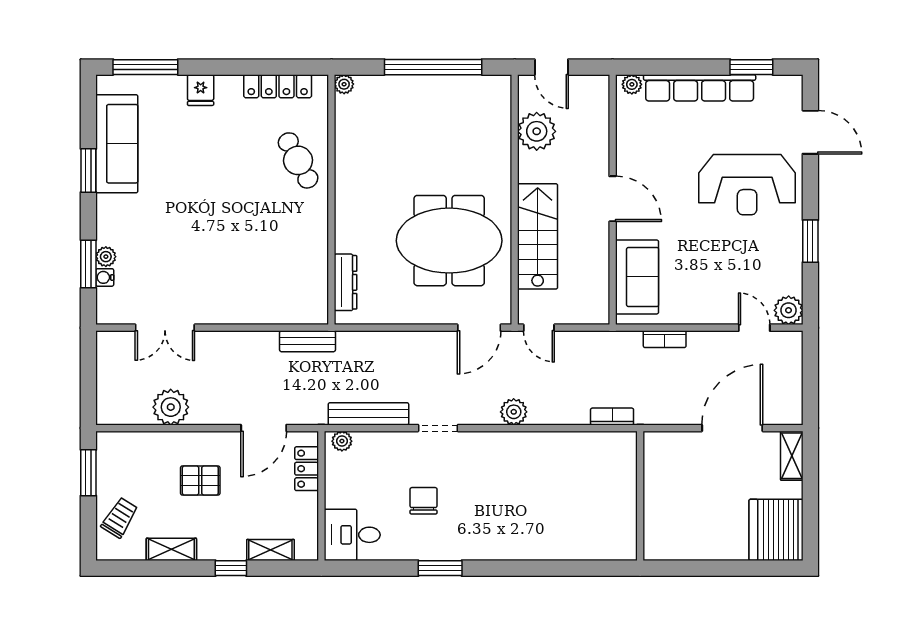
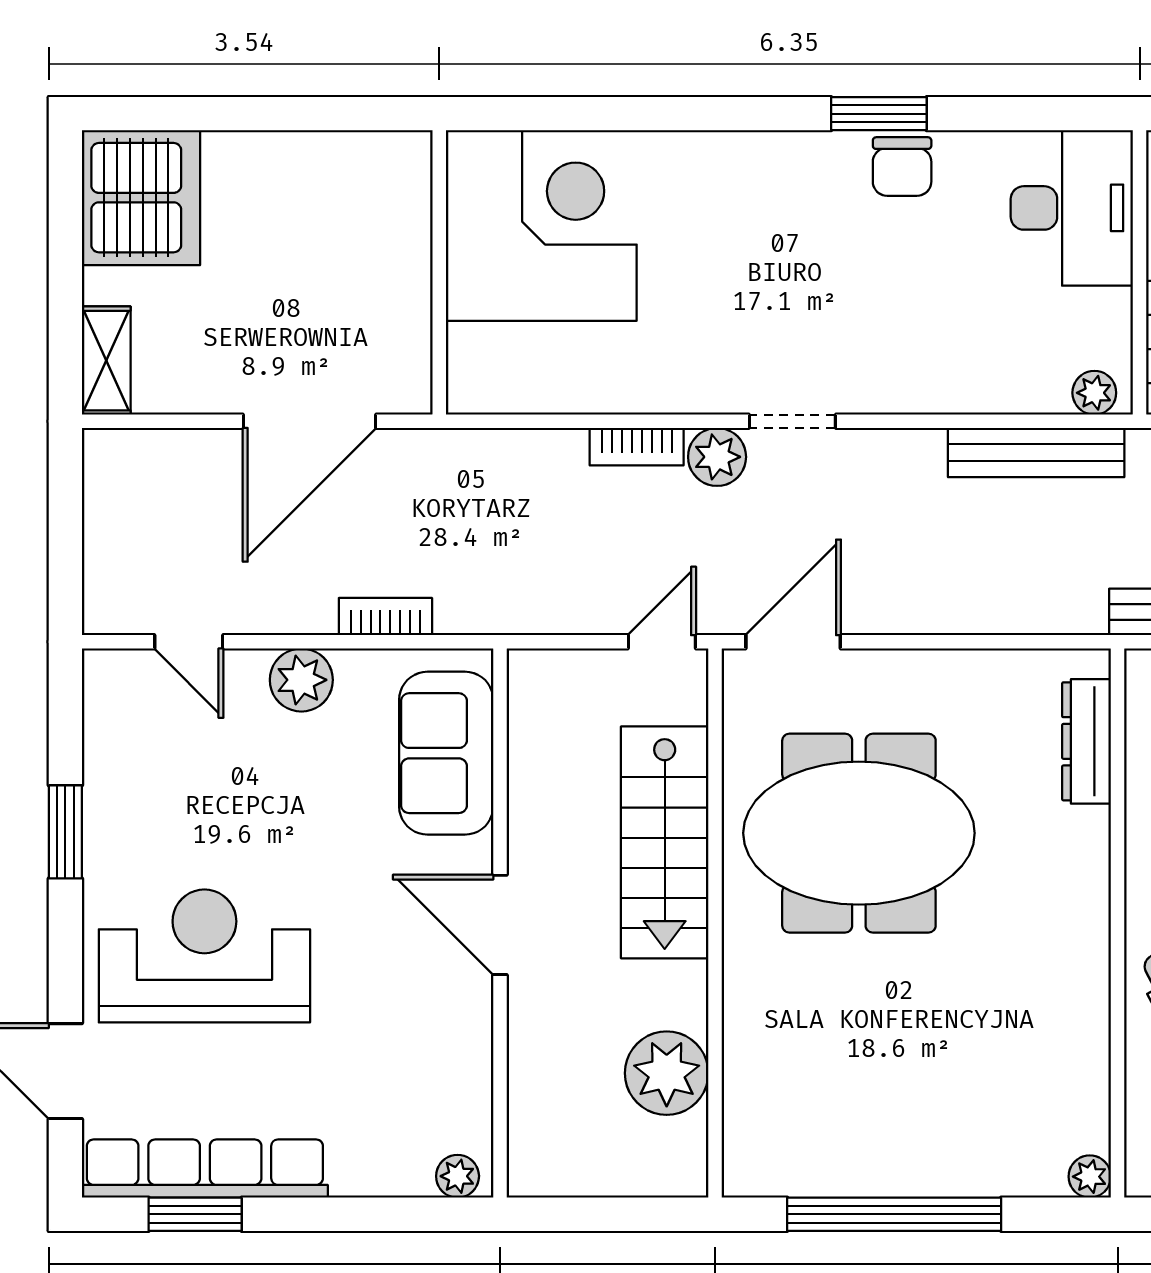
door: (551, 67) -> (634, 1214), removed
row of seats: (700, 88) -> (205, 1169), moved
plant: (789, 310) -> (301, 680), moved
door: (539, 328) -> (662, 642), hinge flipped
bookcase: (612, 416) -> (637, 447), moved
doorway: (438, 428) -> (792, 421), moved
door: (732, 428) -> (310, 421), moved
chair: (424, 501) -> (902, 167), moved
corner desk: (594, 517) -> (541, 225), added
desk: (352, 535) -> (1072, 208), width x1.37

